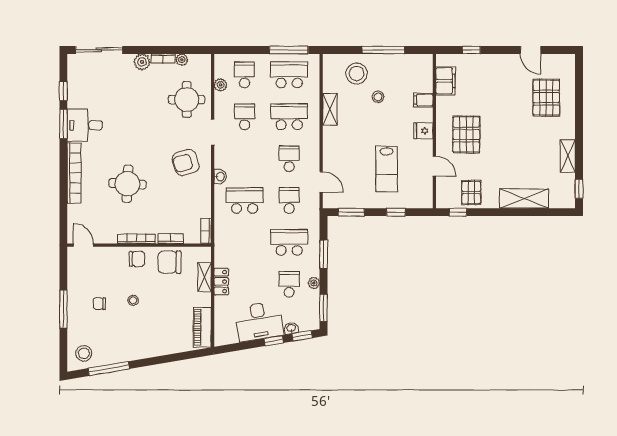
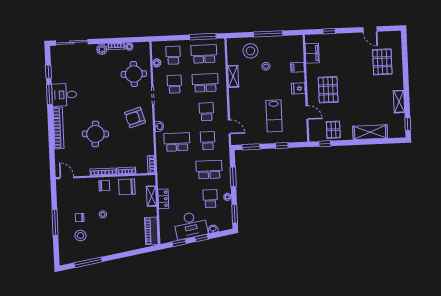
window: (302, 336) -> (179, 243), moved
stool: (84, 353) -> (80, 236), moved

